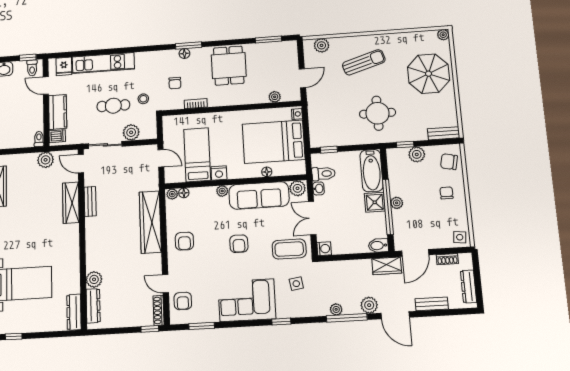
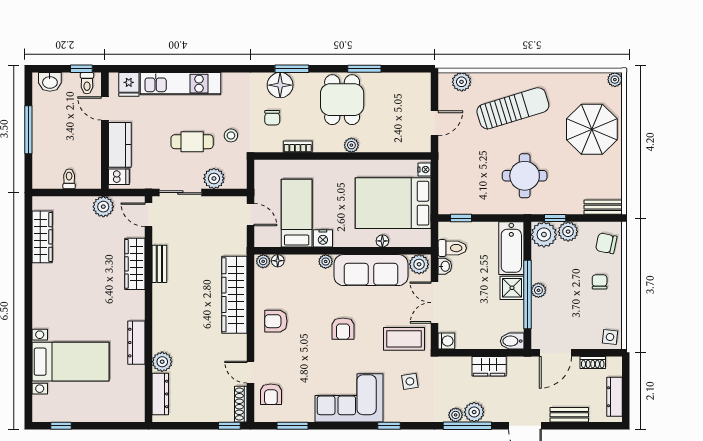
window: (268, 40) -> (364, 69), moved
floor lamp: (184, 54) -> (280, 85), width x1.89, depth x1.89
sun lounger: (364, 62) -> (513, 108), width x1.36, depth x1.34
plant: (275, 97) -> (351, 145), moved
toilet: (39, 139) -> (69, 179), moved
plant: (397, 158) -> (544, 235), added
armchair: (184, 241) -> (276, 321), turned 90
wardrobe: (387, 266) -> (489, 366), moved
plant: (369, 305) -> (474, 412), moved
dresser: (74, 312) -> (136, 343), moved

